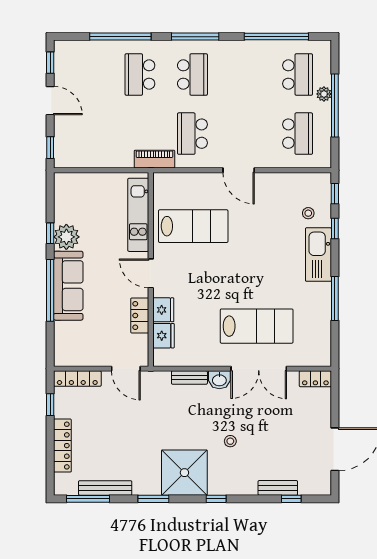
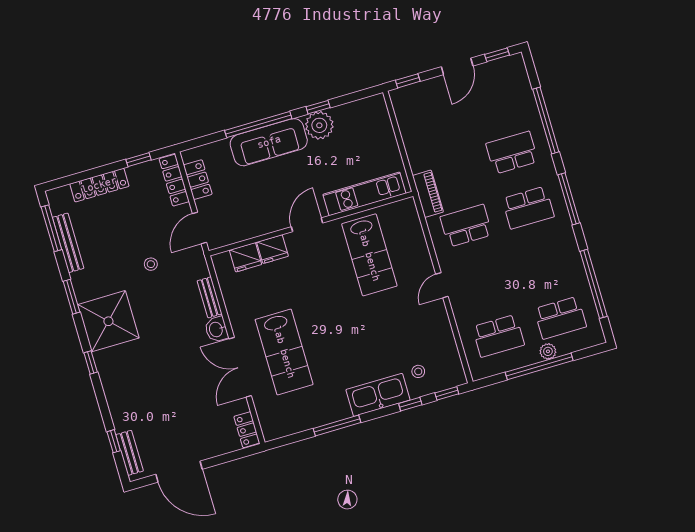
door: (239, 170) -> (442, 285), width x0.73
locker: (140, 315) -> (198, 180), moved, turned 90
stool: (230, 441) -> (151, 264), moved
bench: (278, 488) -> (130, 453), moved

